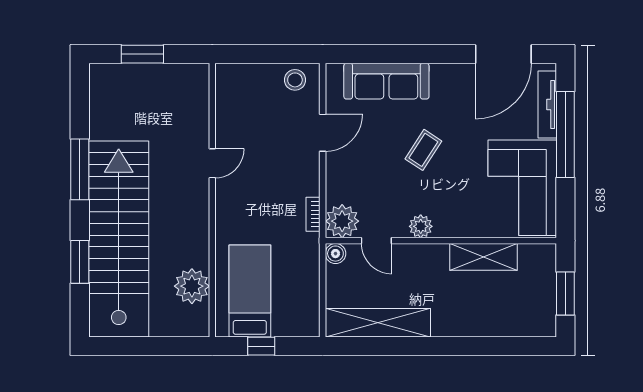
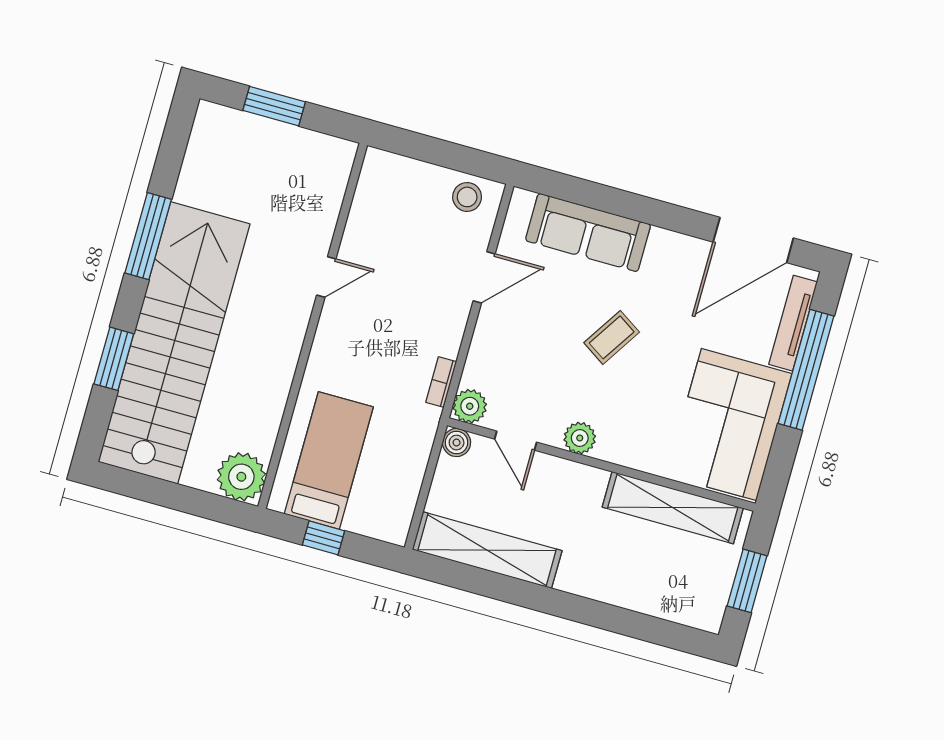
plant: (342, 221) -> (470, 406), width x0.73, depth x0.73
shelving: (483, 257) -> (673, 508), width x1.47
plant: (192, 286) -> (241, 477), moved

